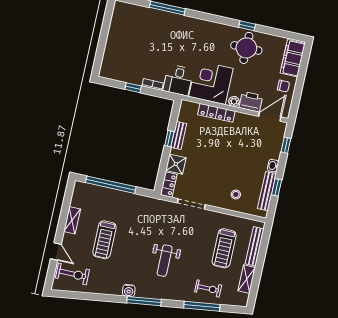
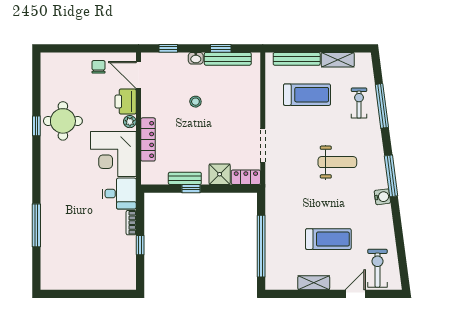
filing cabinet: (293, 58) -> (63, 63), removed
stool: (236, 194) -> (195, 102), moved

